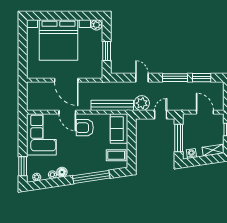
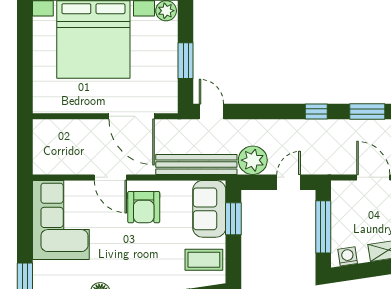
door: (142, 78) -> (211, 111), moved
window: (175, 78) -> (316, 111), width x0.46
door: (66, 80) -> (132, 116), moved
armchair: (85, 128) -> (144, 207), turned -90
window: (132, 134) -> (233, 219), added

